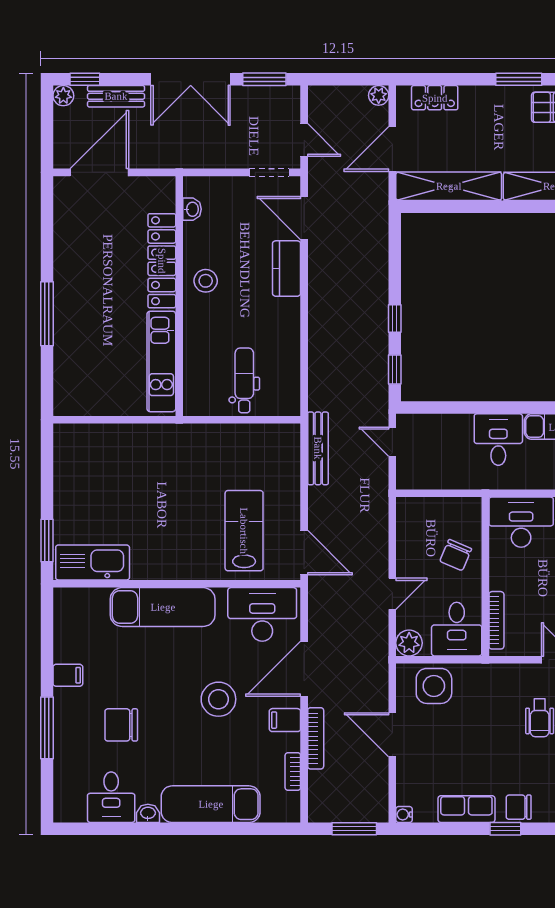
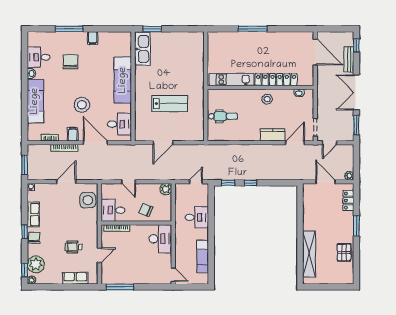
window: (519, 79) -> (356, 226), moved
plant: (63, 96) -> (349, 36), removed
shelving: (449, 186) -> (309, 207), removed
desk: (498, 440) -> (197, 217), moved
bench: (318, 448) -> (193, 149), removed
lab bench: (244, 531) -> (170, 104), moved
door: (304, 553) -> (163, 143), moved
desk: (262, 614) -> (119, 124), width x0.73
plant: (409, 643) -> (166, 189), moved

